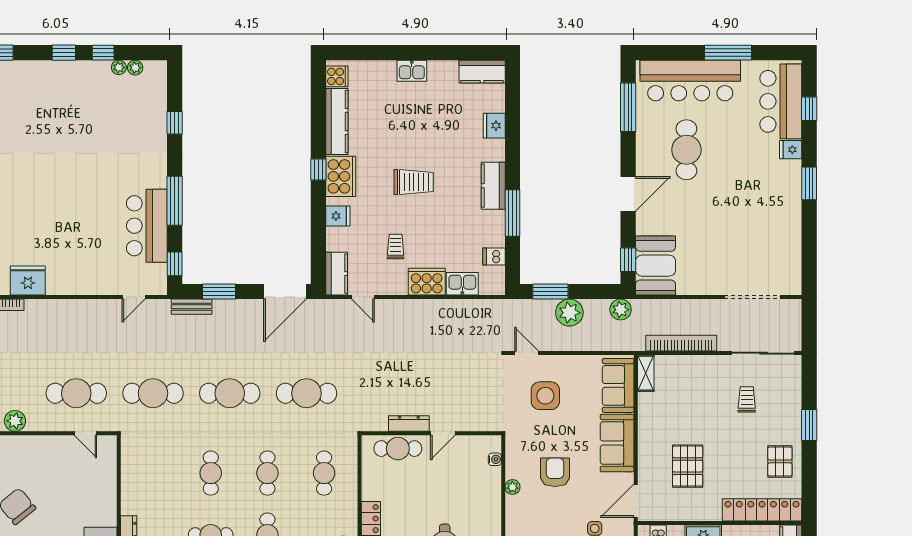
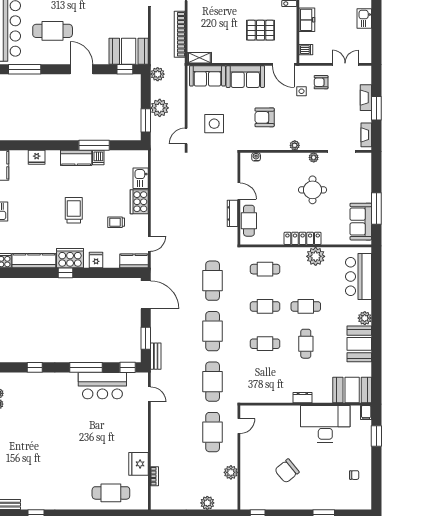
dishwasher: (494, 256) -> (98, 157), moved
plant: (512, 487) -> (295, 145), moved

